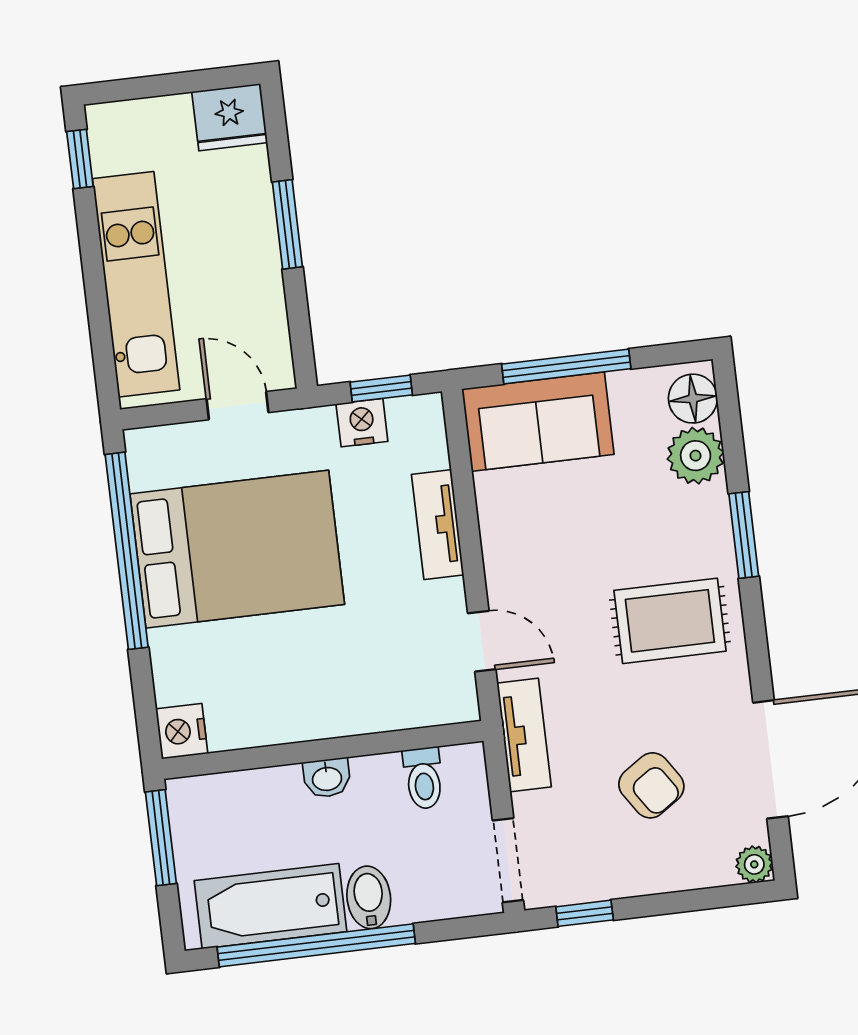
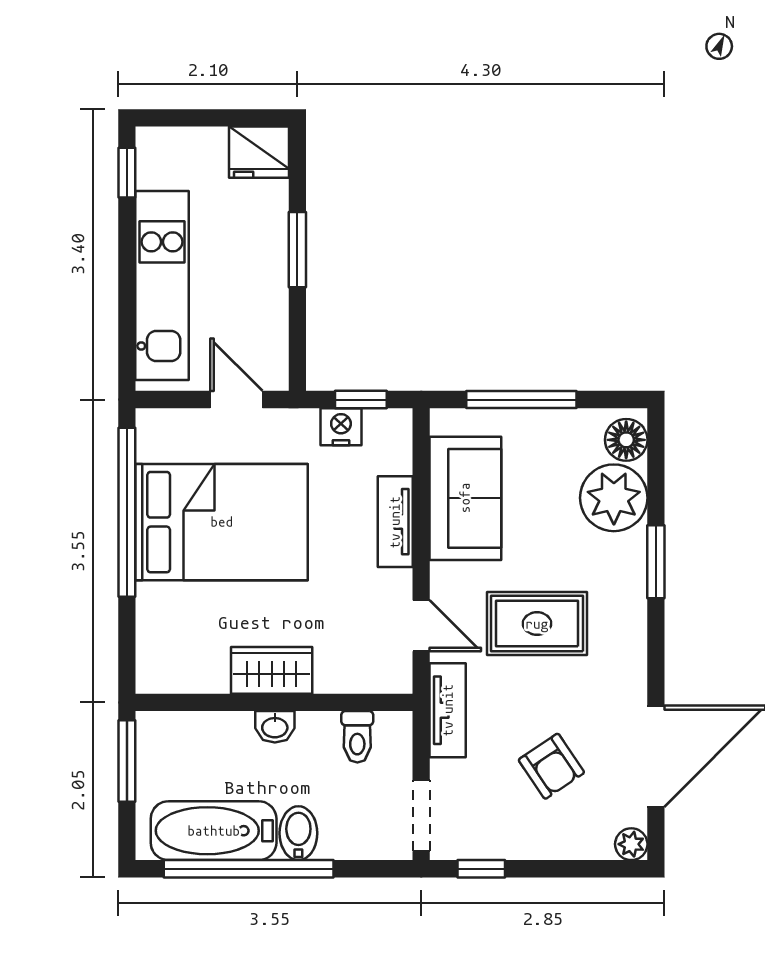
sofa: (538, 422) -> (465, 498), moved, turned -90
plant: (696, 456) -> (614, 498), width x1.36, depth x1.36
rug: (670, 621) -> (537, 624), moved
wardrobe: (315, 713) -> (272, 670), added
nightstand: (182, 731) -> (155, 672), removed

